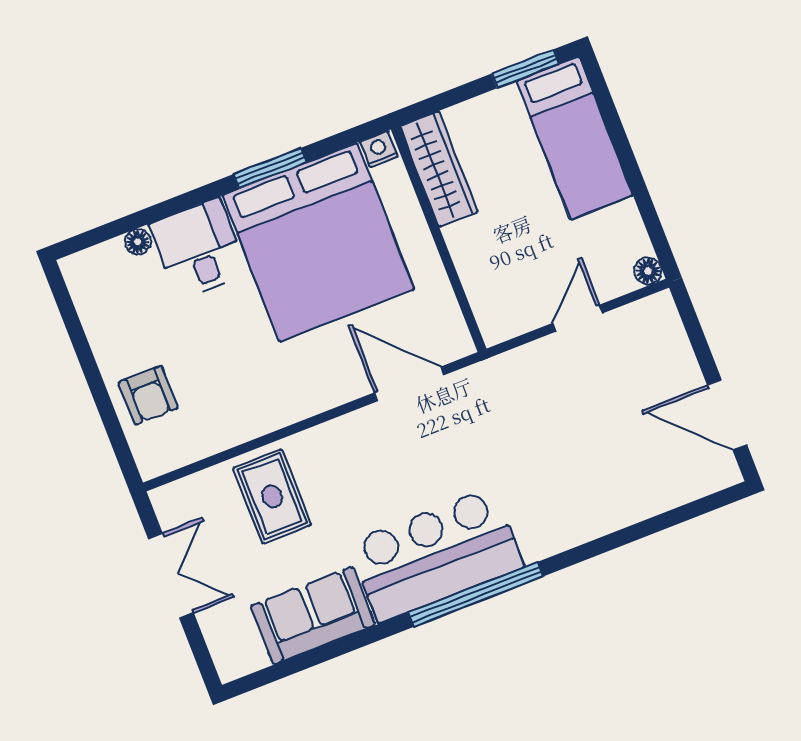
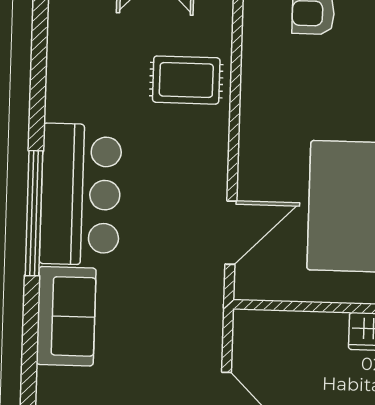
sofa: (313, 616) -> (66, 316), moved

